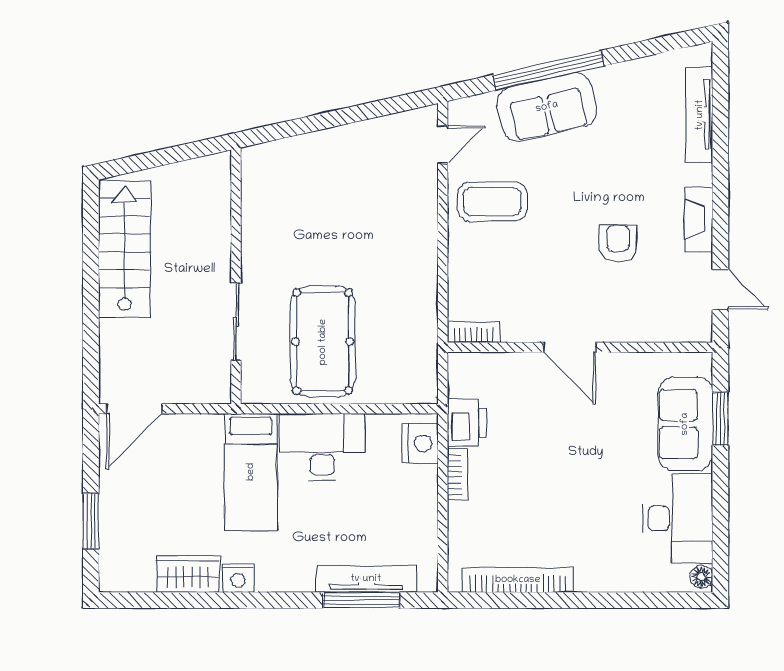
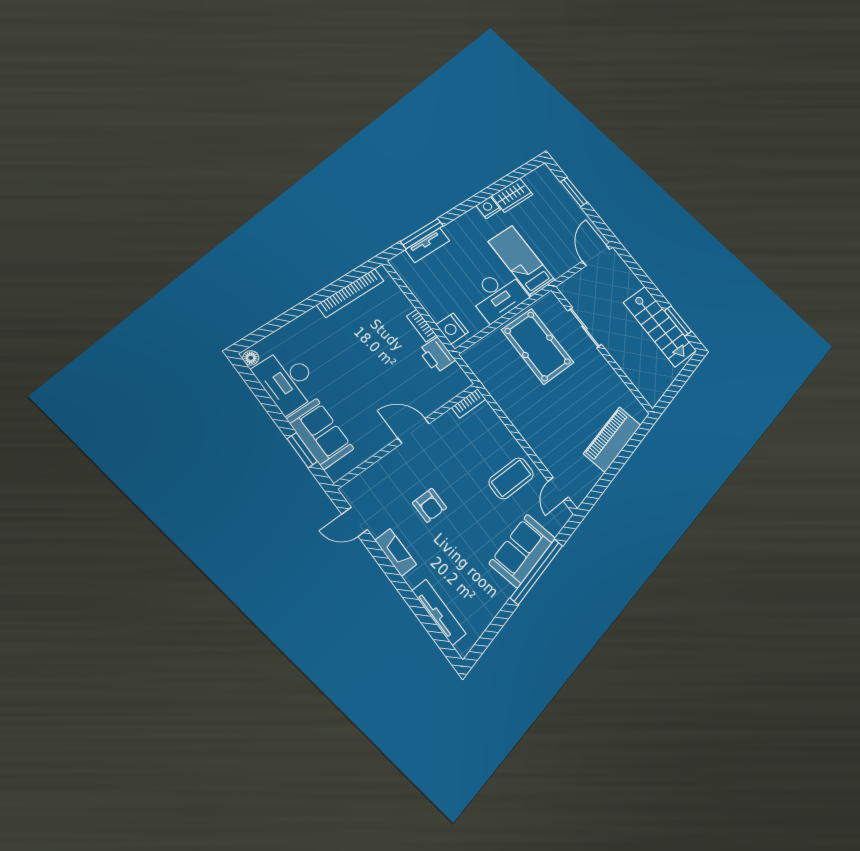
piano: (320, 153) -> (612, 439), added
window: (91, 238) -> (678, 321), added
tv unit: (366, 579) -> (427, 245), width x0.71

